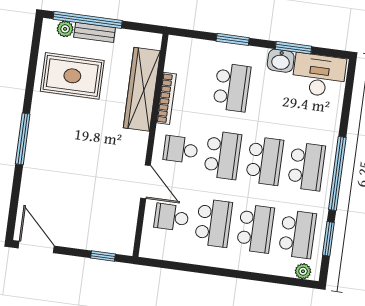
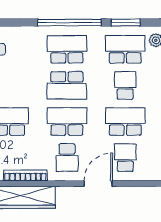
school desk: (265, 161) -> (67, 85), turned 180
school desk: (172, 217) -> (125, 158), turned 180
school desk: (255, 229) -> (125, 85), width x0.54

